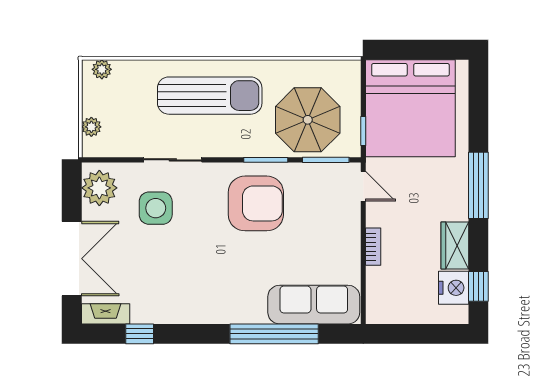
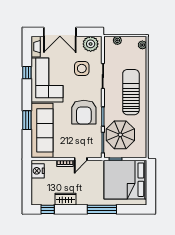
sun lounger: (210, 96) -> (131, 92), turned 180
window: (478, 185) -> (102, 209), moved
door: (363, 186) -> (81, 159), moved
corner sofa: (182, 288) -> (47, 80), added
nightstand: (454, 288) -> (38, 171), moved, turned 90
sofa: (314, 305) -> (42, 130), width x1.36, depth x1.27
window: (140, 334) -> (27, 73), moved
window: (274, 334) -> (27, 120), width x0.47

